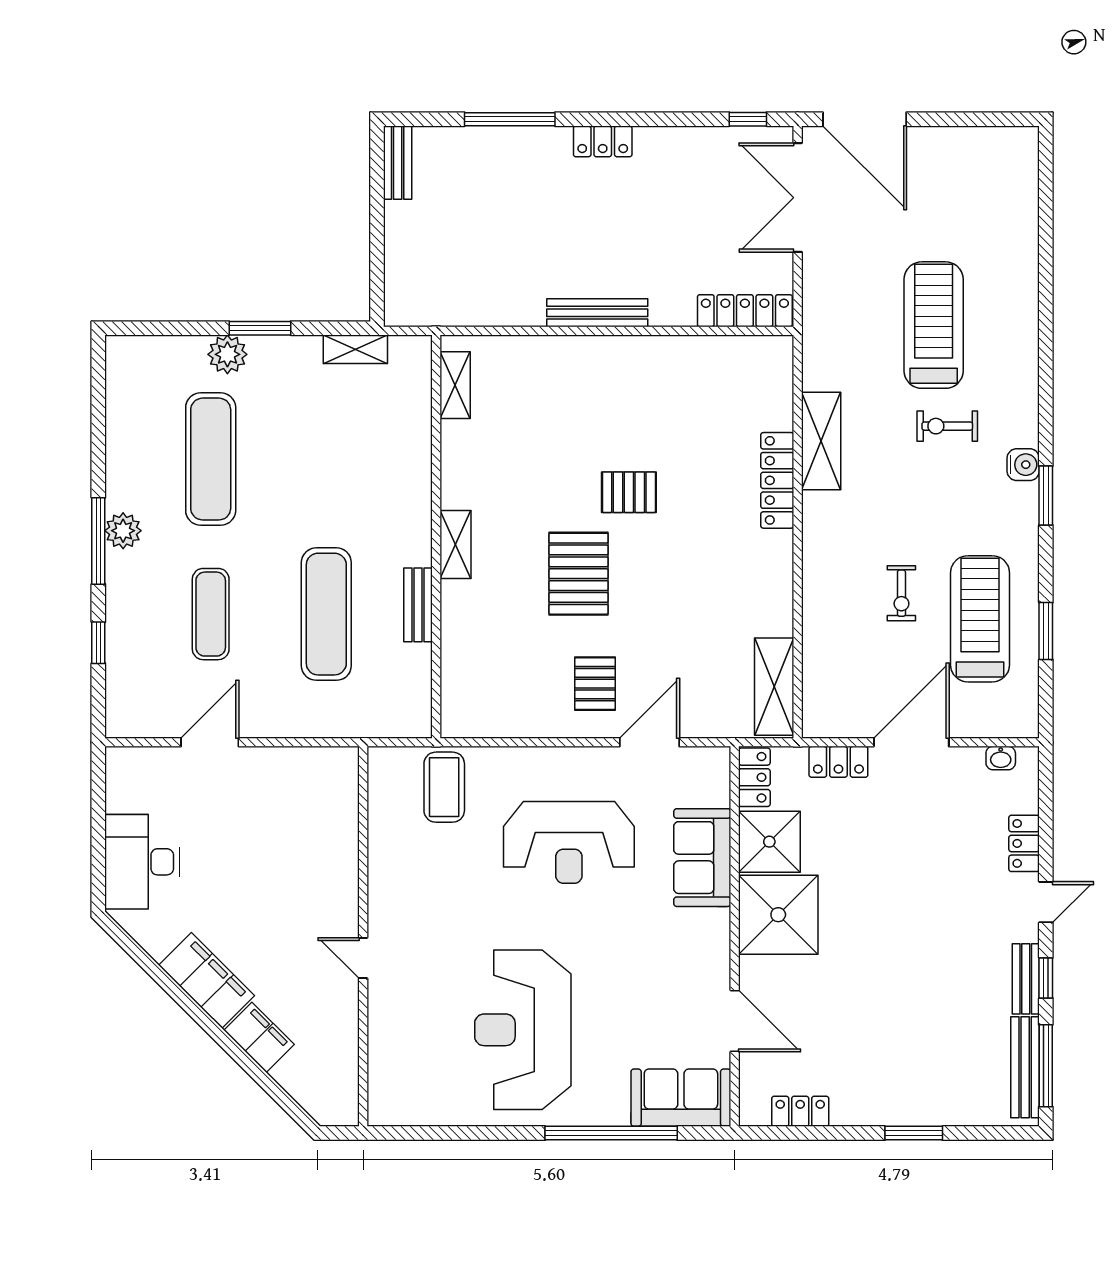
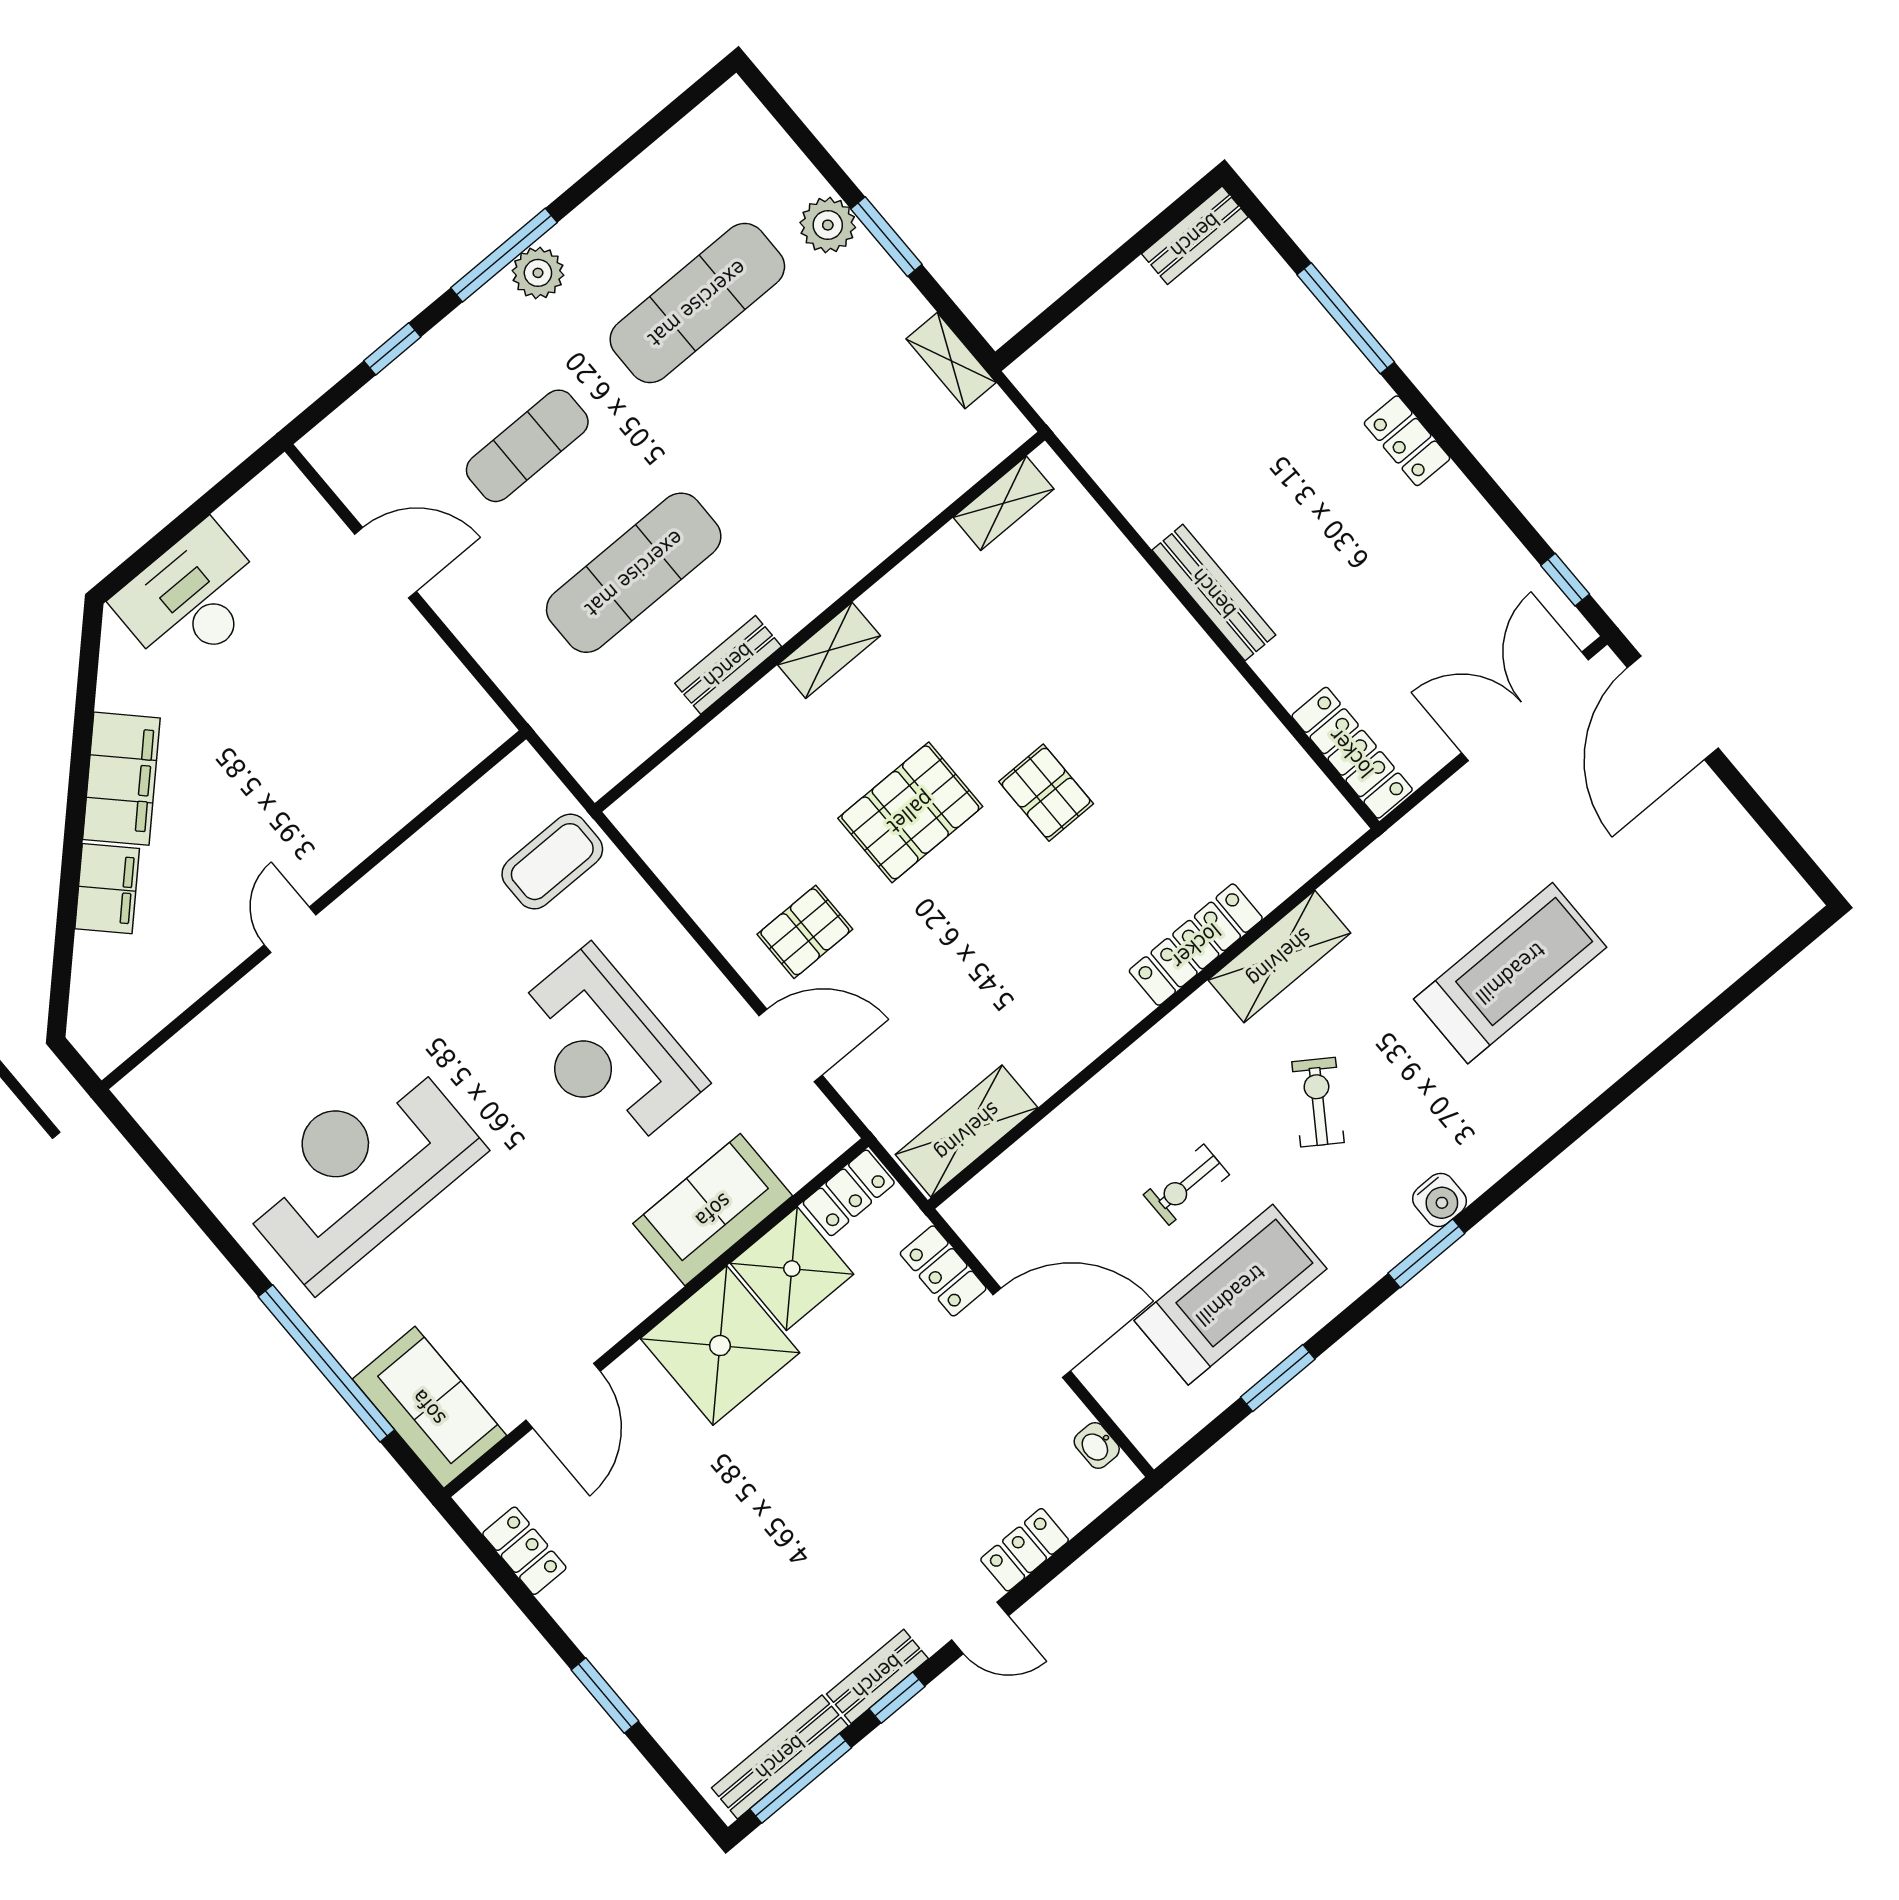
exercise bike: (947, 426) -> (1318, 1102), moved, turned 34

